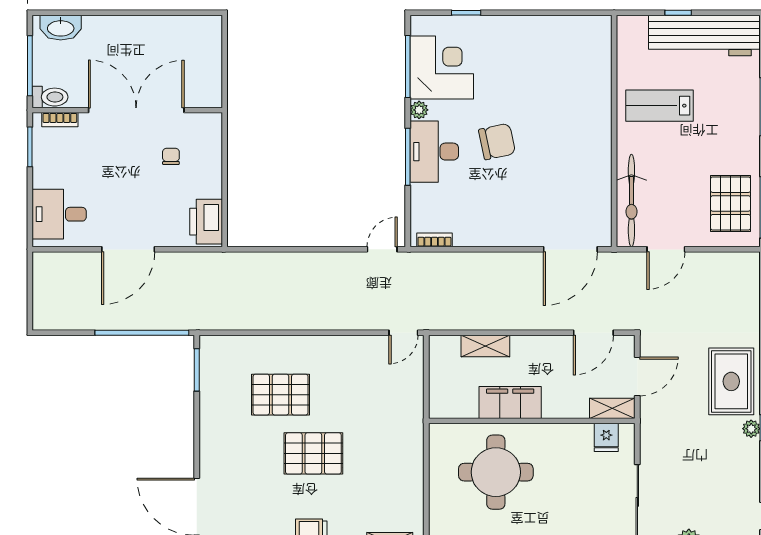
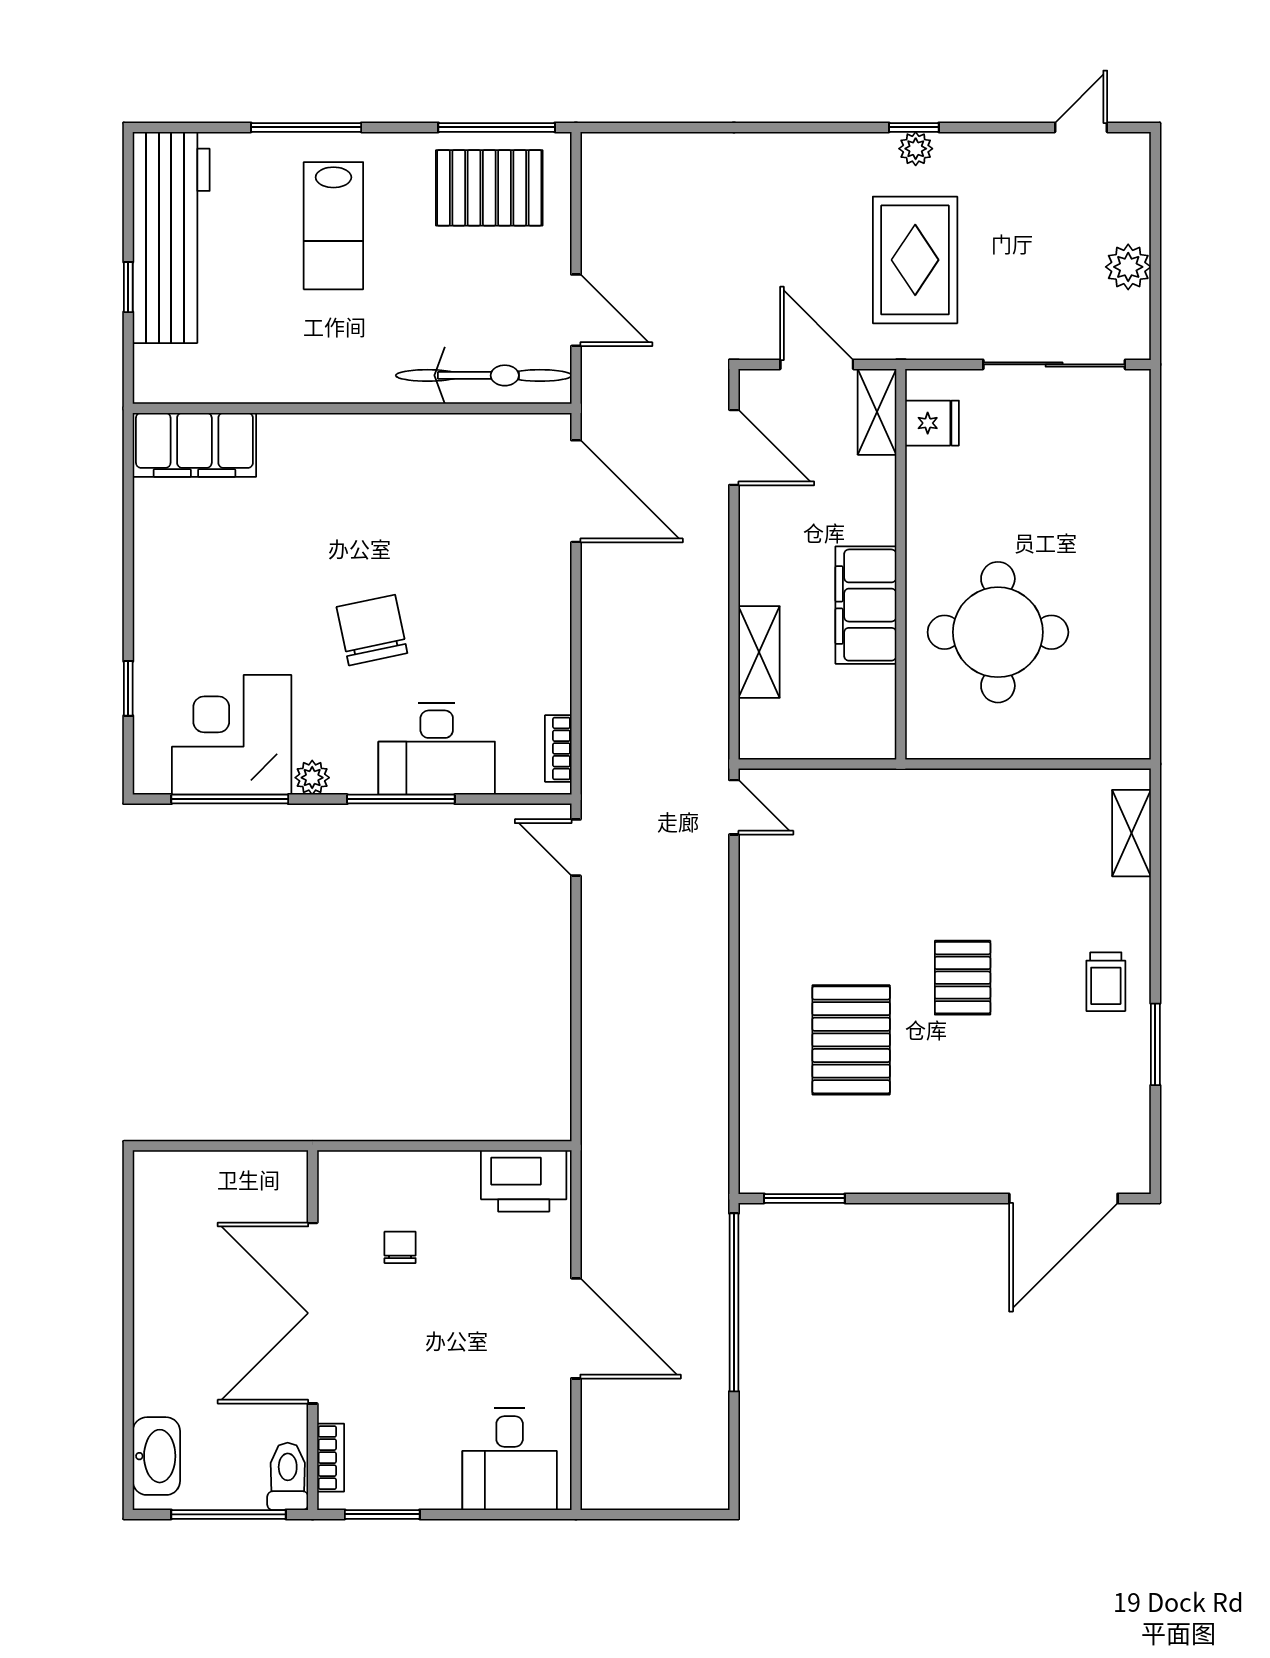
filing cabinet: (595, 48) -> (194, 445), added
lab bench: (659, 106) -> (333, 226), moved
desk: (434, 152) -> (437, 749), moved
chair: (171, 156) -> (400, 1247), turned 90
rug: (731, 381) -> (915, 260), moved, turned 90
pallet: (313, 453) -> (963, 978), width x0.67, depth x0.71

